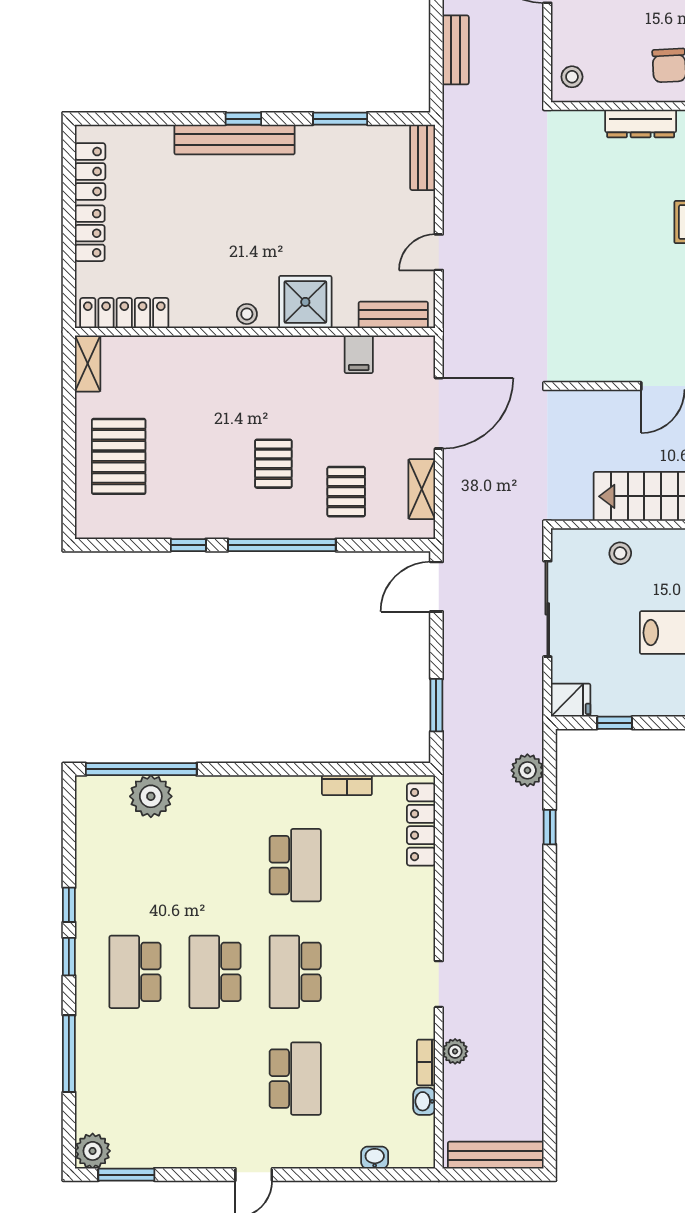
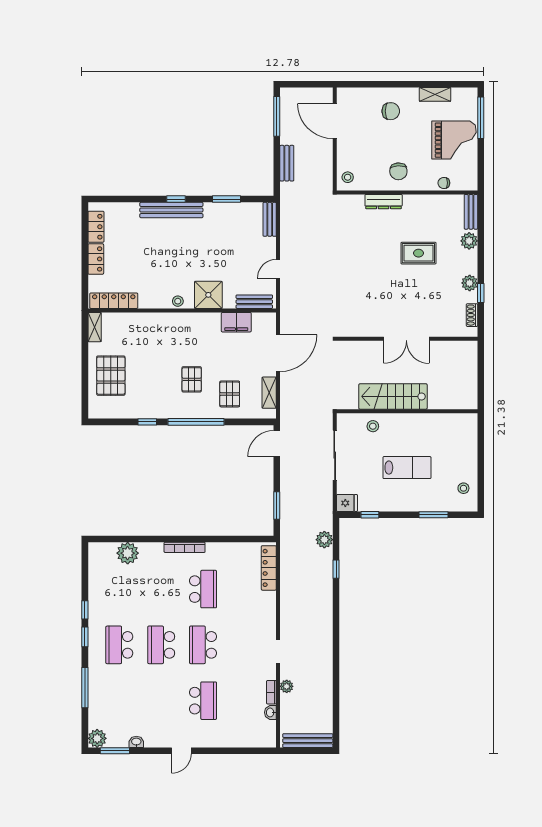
filing cabinet: (359, 354) -> (236, 322), width x2.00
window: (141, 769) -> (123, 539), removed
bookcase: (347, 785) -> (185, 547), moved, width x1.56
washbasin: (375, 1158) -> (136, 742), moved

